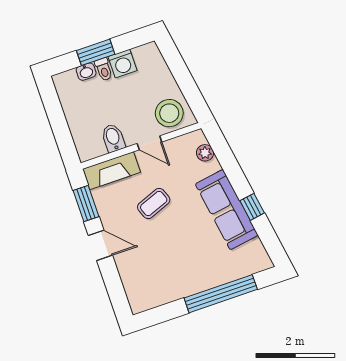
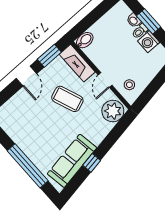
stool: (169, 113) -> (129, 85), width x0.53, depth x0.53
bidet: (113, 138) -> (85, 40), moved
plant: (205, 153) -> (113, 111), width x1.87, depth x1.87
coffee table: (154, 203) -> (67, 99), width x1.36, depth x1.30
sofa: (227, 210) -> (72, 161), moved

